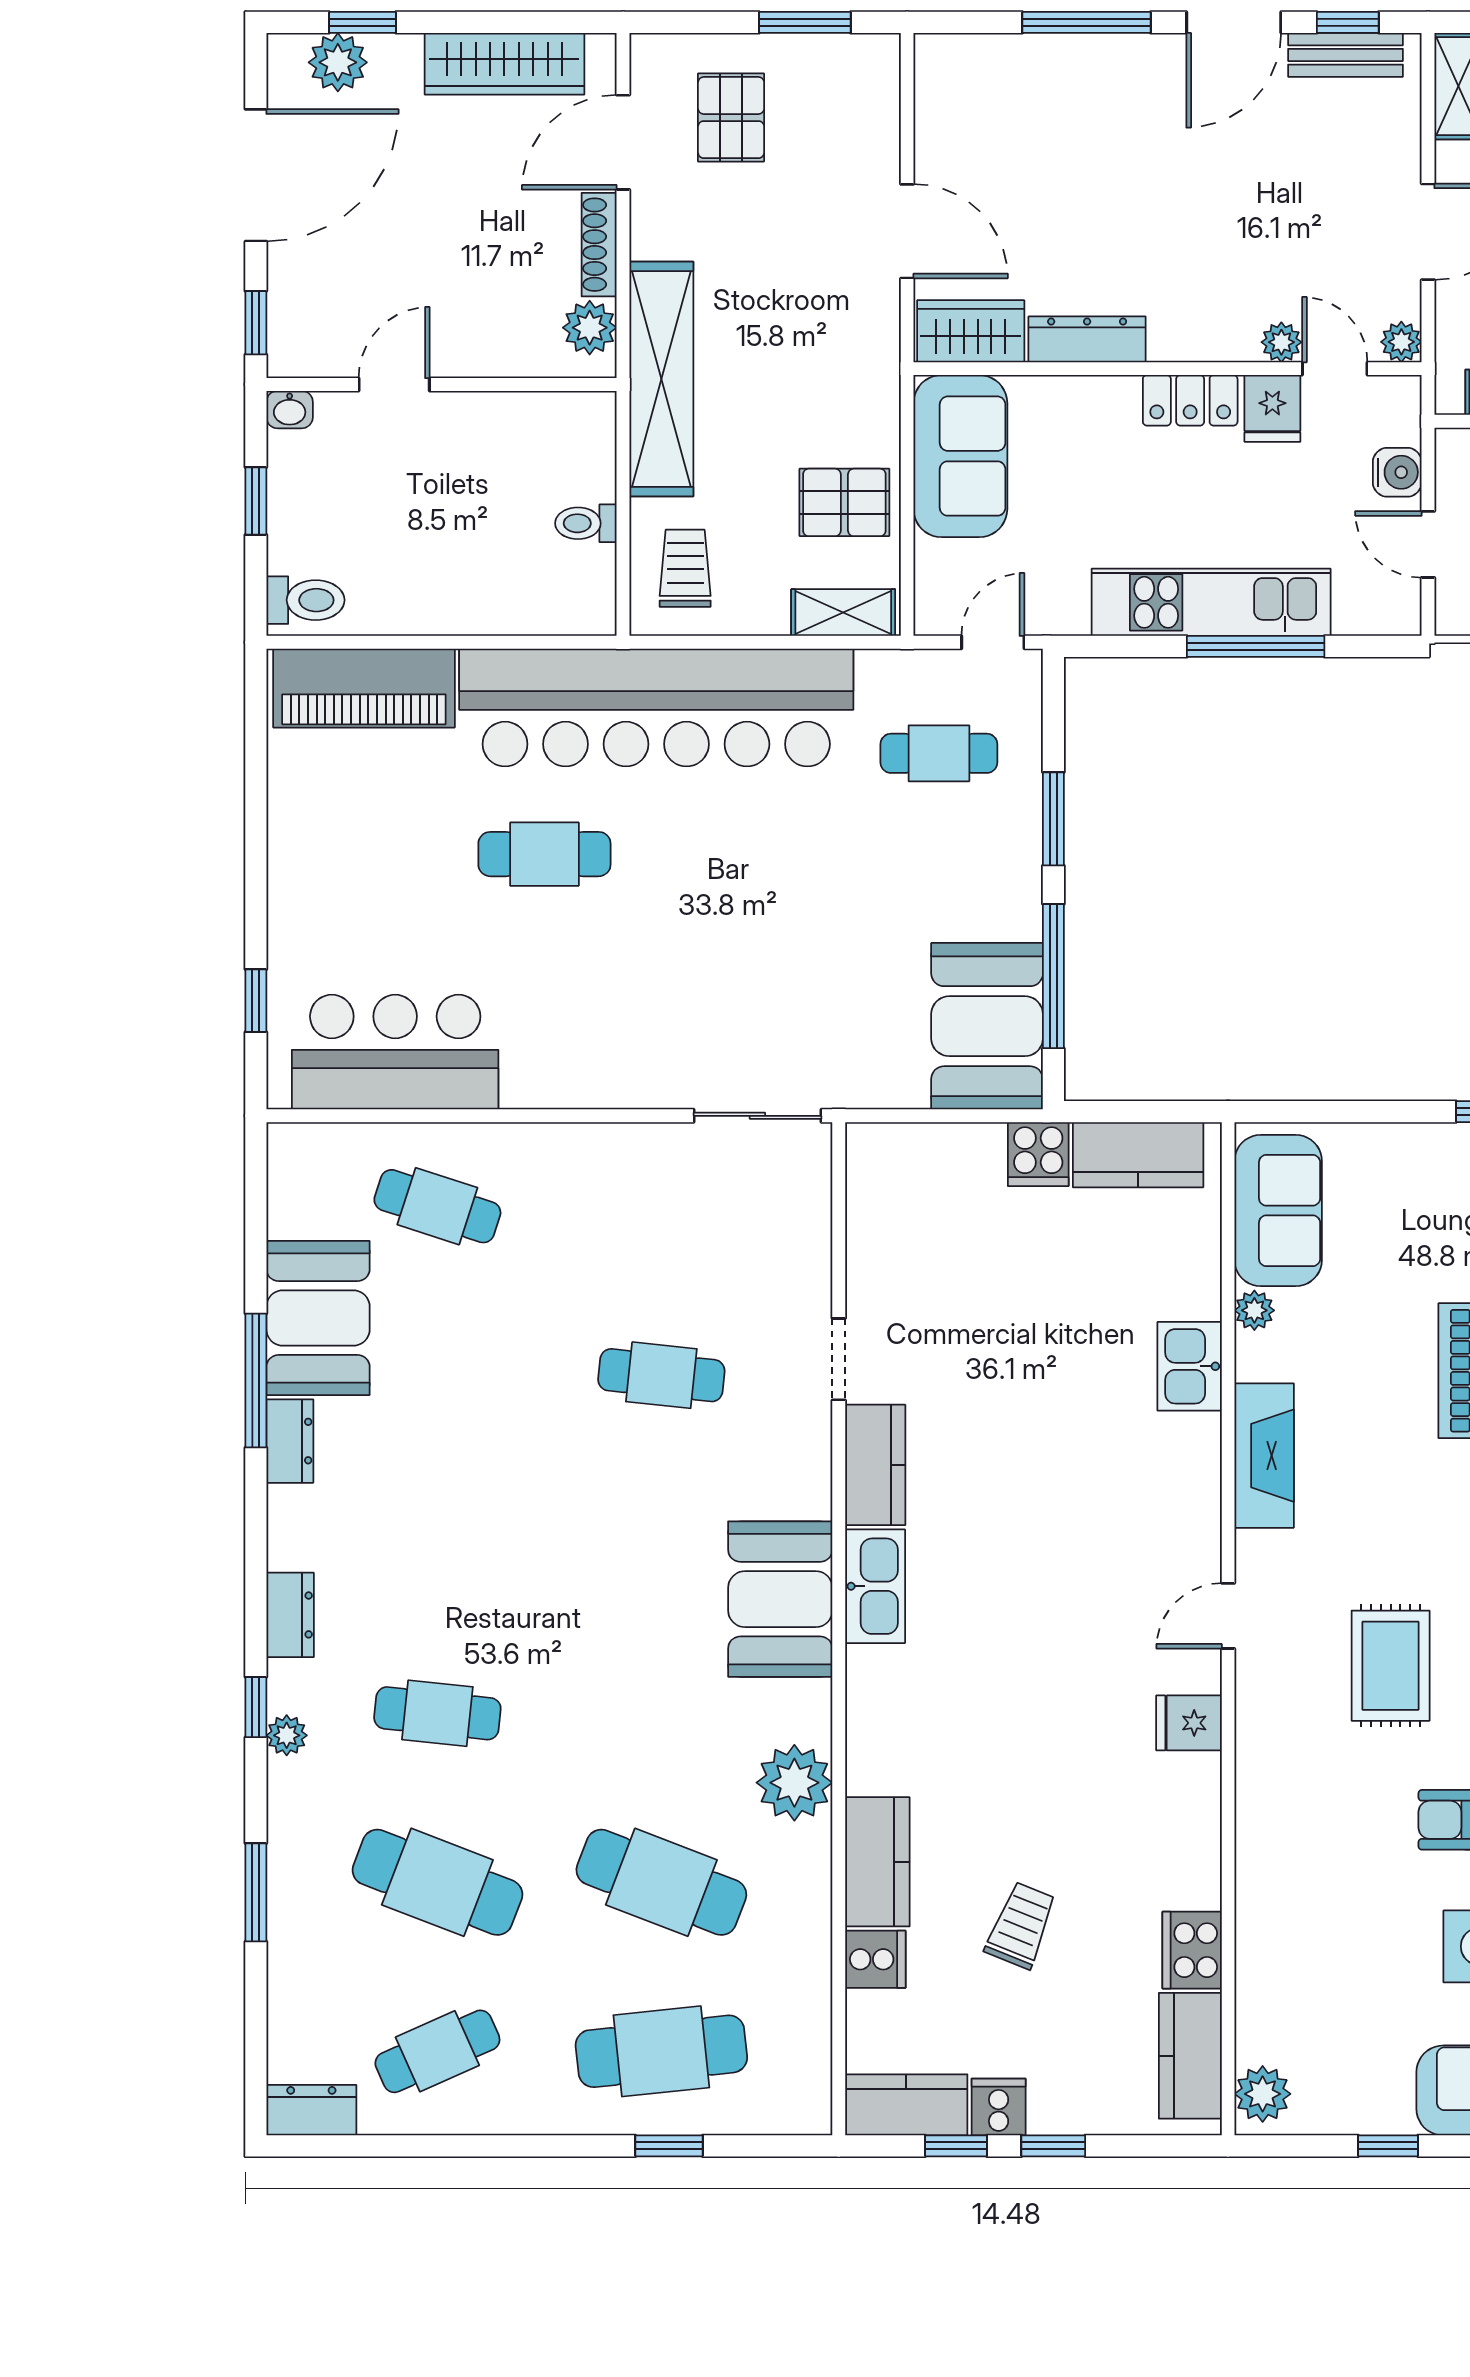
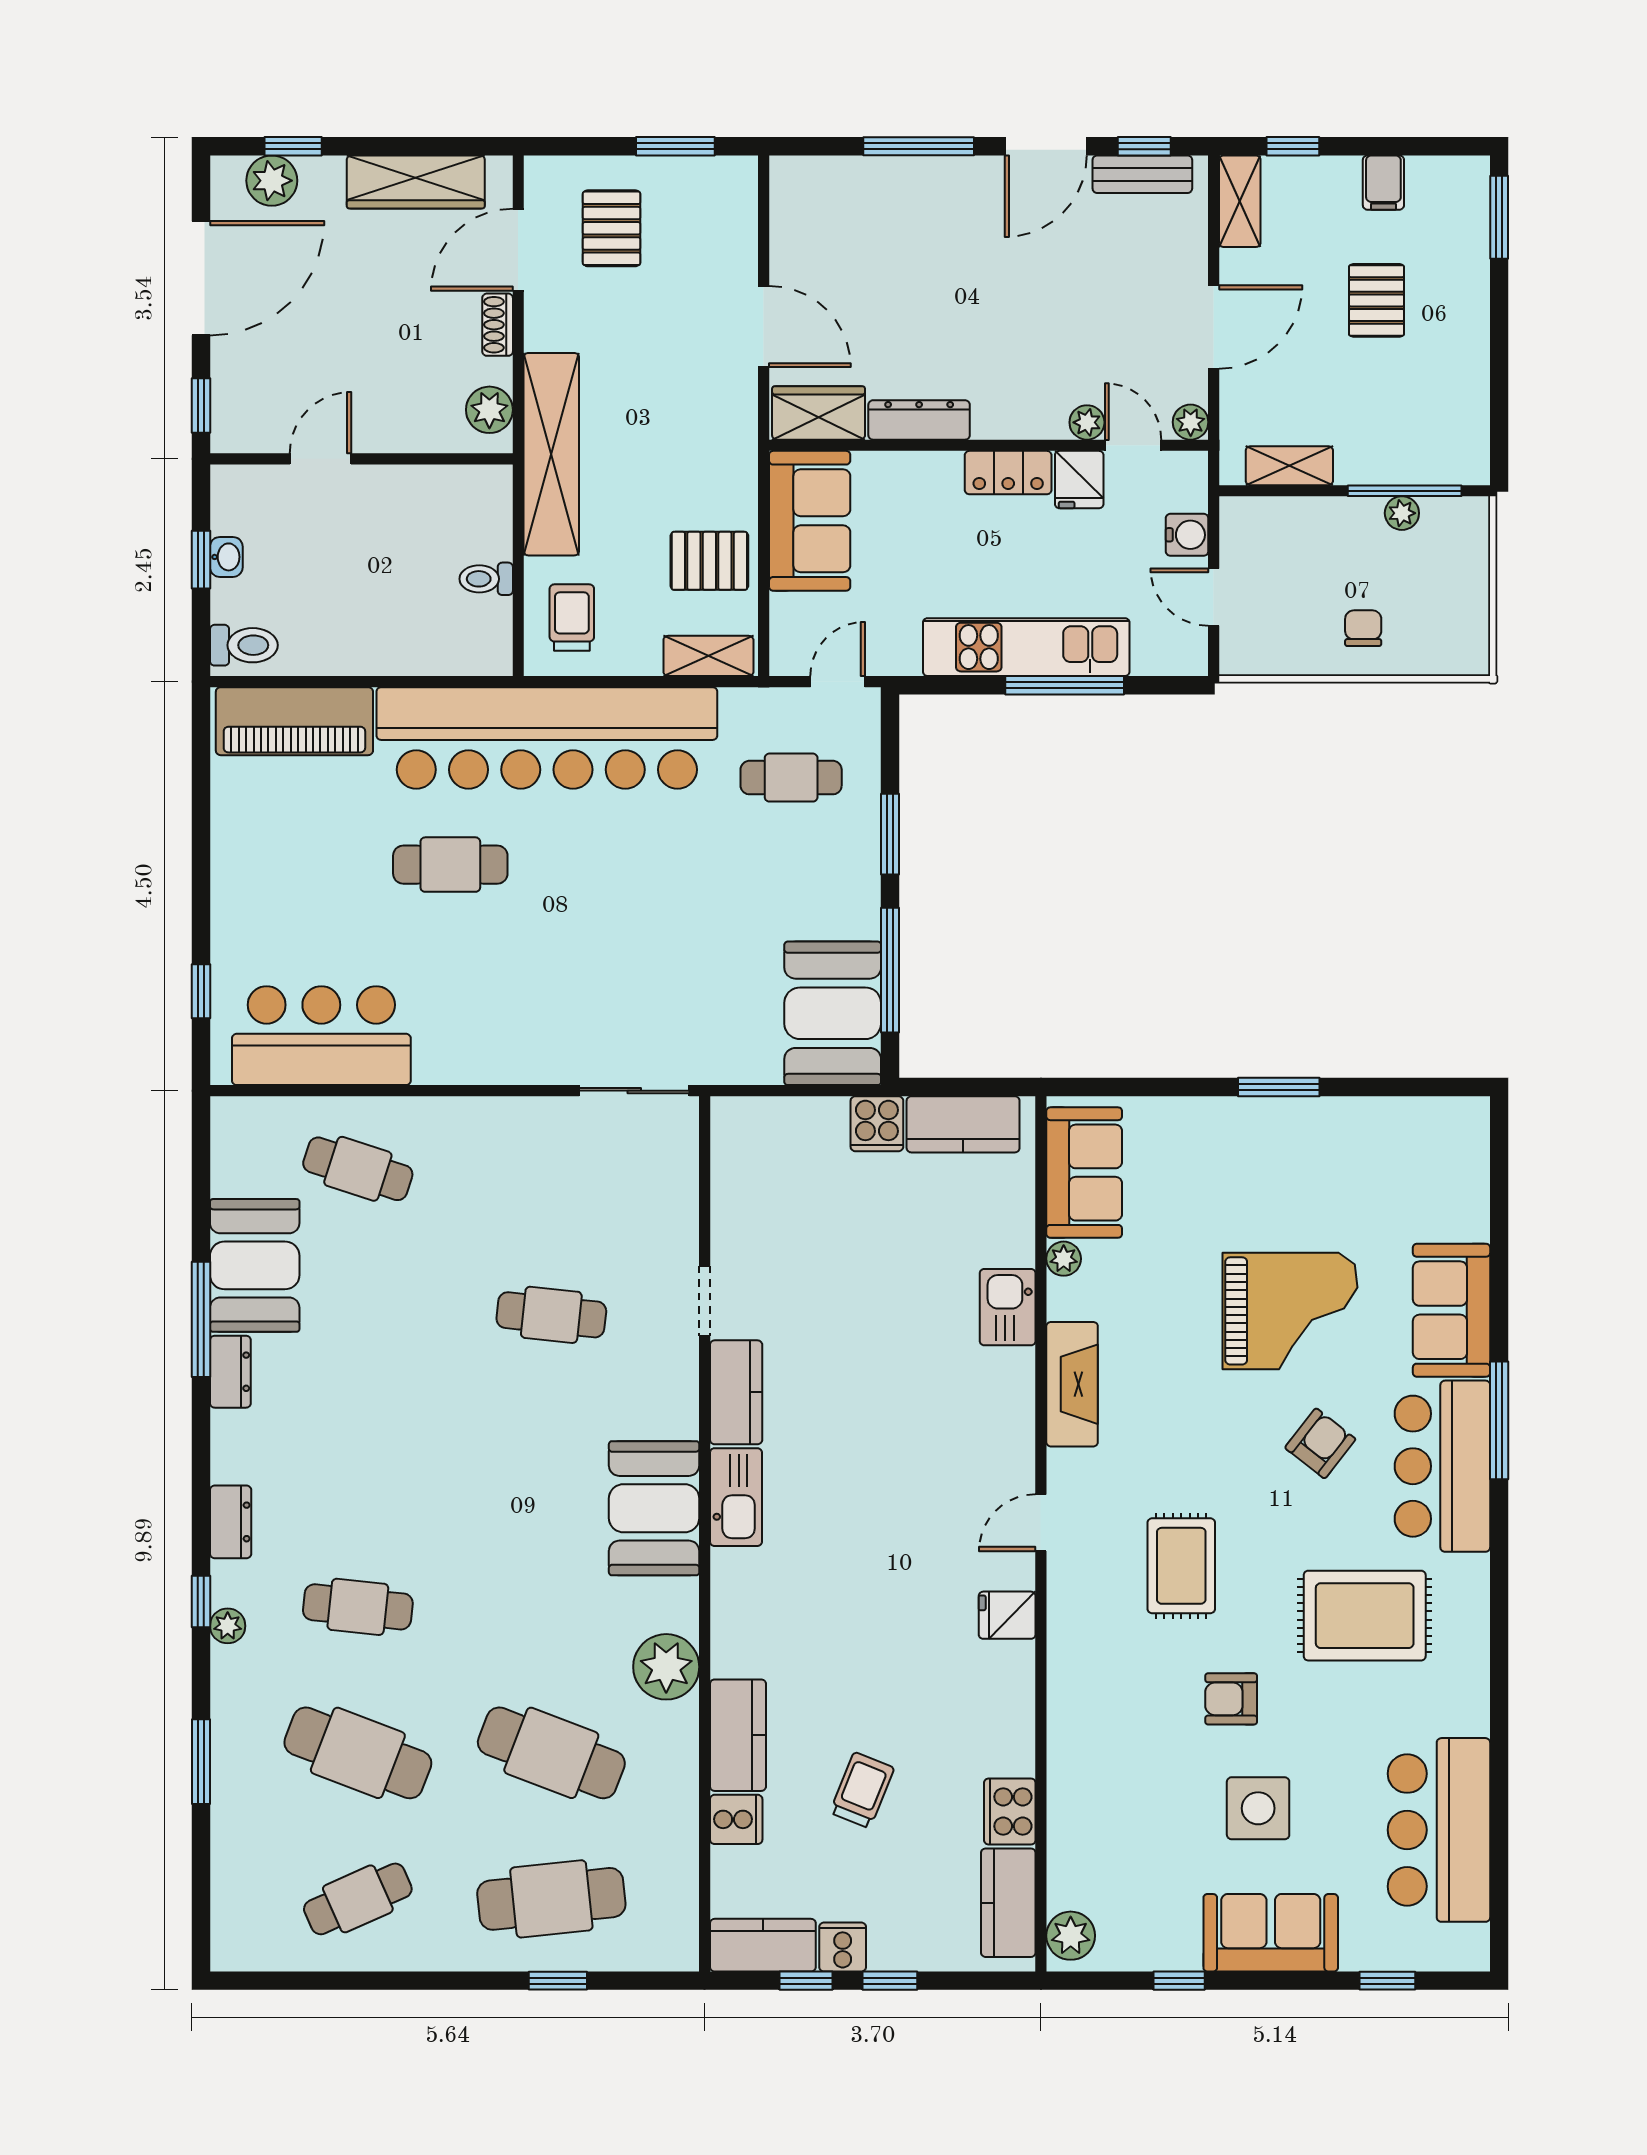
shoe rack: (599, 245) -> (498, 325), width x0.70
washbasin: (290, 410) -> (226, 557), moved, turned -90
dresser: (311, 2110) -> (249, 1950), removed

